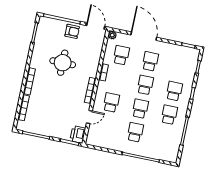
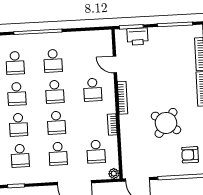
armchair: (72, 31) -> (190, 155), moved
round table: (63, 63) -> (166, 123), turned 36
school desk: (179, 67) -> (20, 156), added
door: (89, 117) -> (115, 64), hinge flipped
printer: (78, 135) -> (138, 36), moved, turned 90
school desk: (164, 138) -> (15, 63), added

